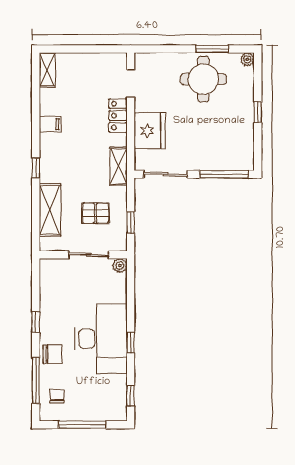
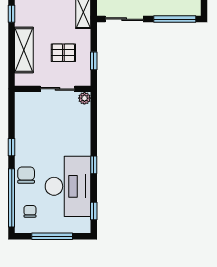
desk: (101, 339) -> (68, 186), moved
chair: (52, 354) -> (26, 175), turned -90
window: (36, 381) -> (12, 198), width x1.46

